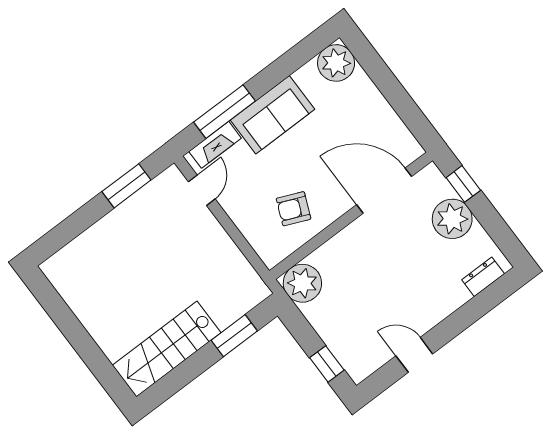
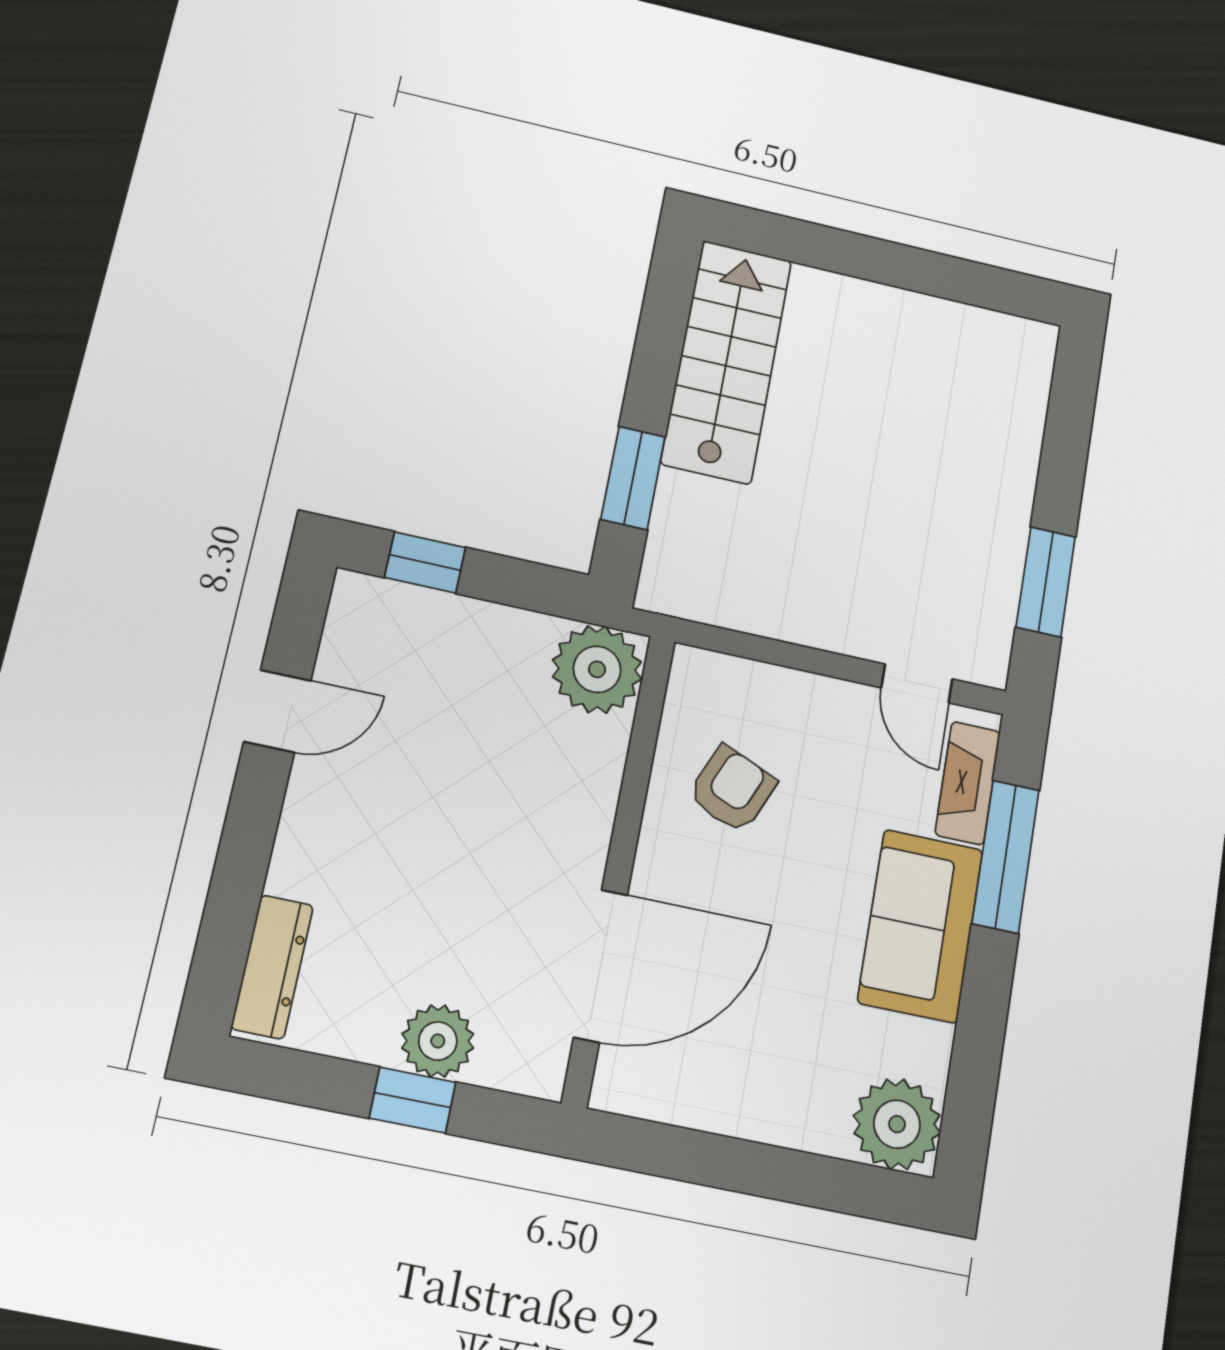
window: (463, 184) -> (413, 1100), moved
plant: (452, 219) -> (438, 1041), width x0.73, depth x0.73
dresser: (483, 277) -> (272, 967), width x1.44

